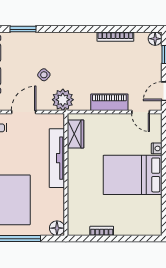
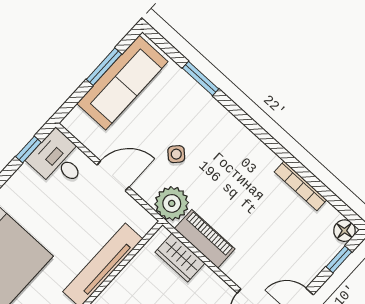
piano: (109, 102) -> (205, 239), moved
wardrobe: (76, 134) -> (180, 258), moved, turned 90

